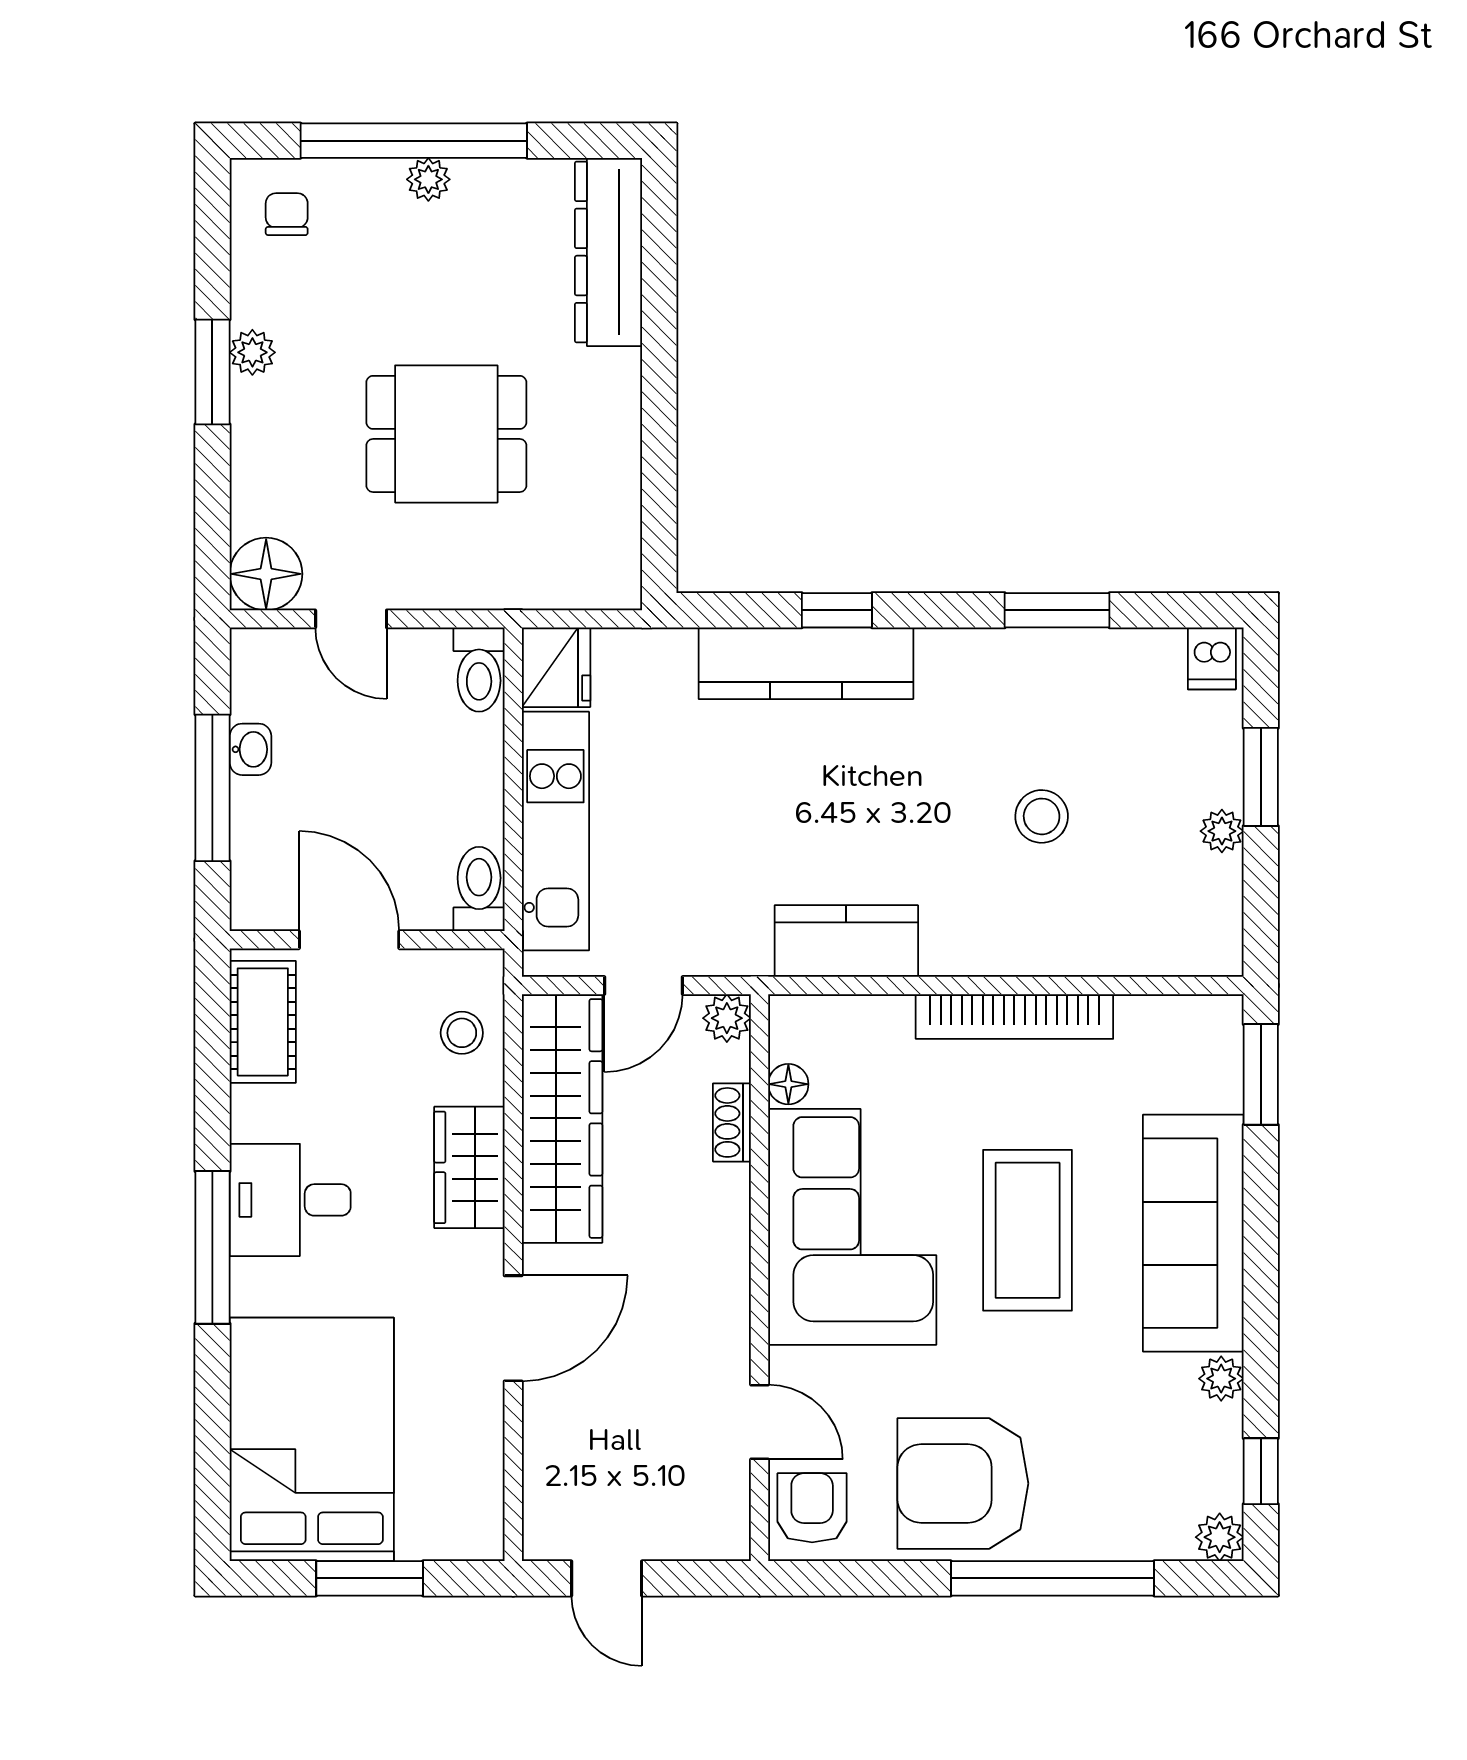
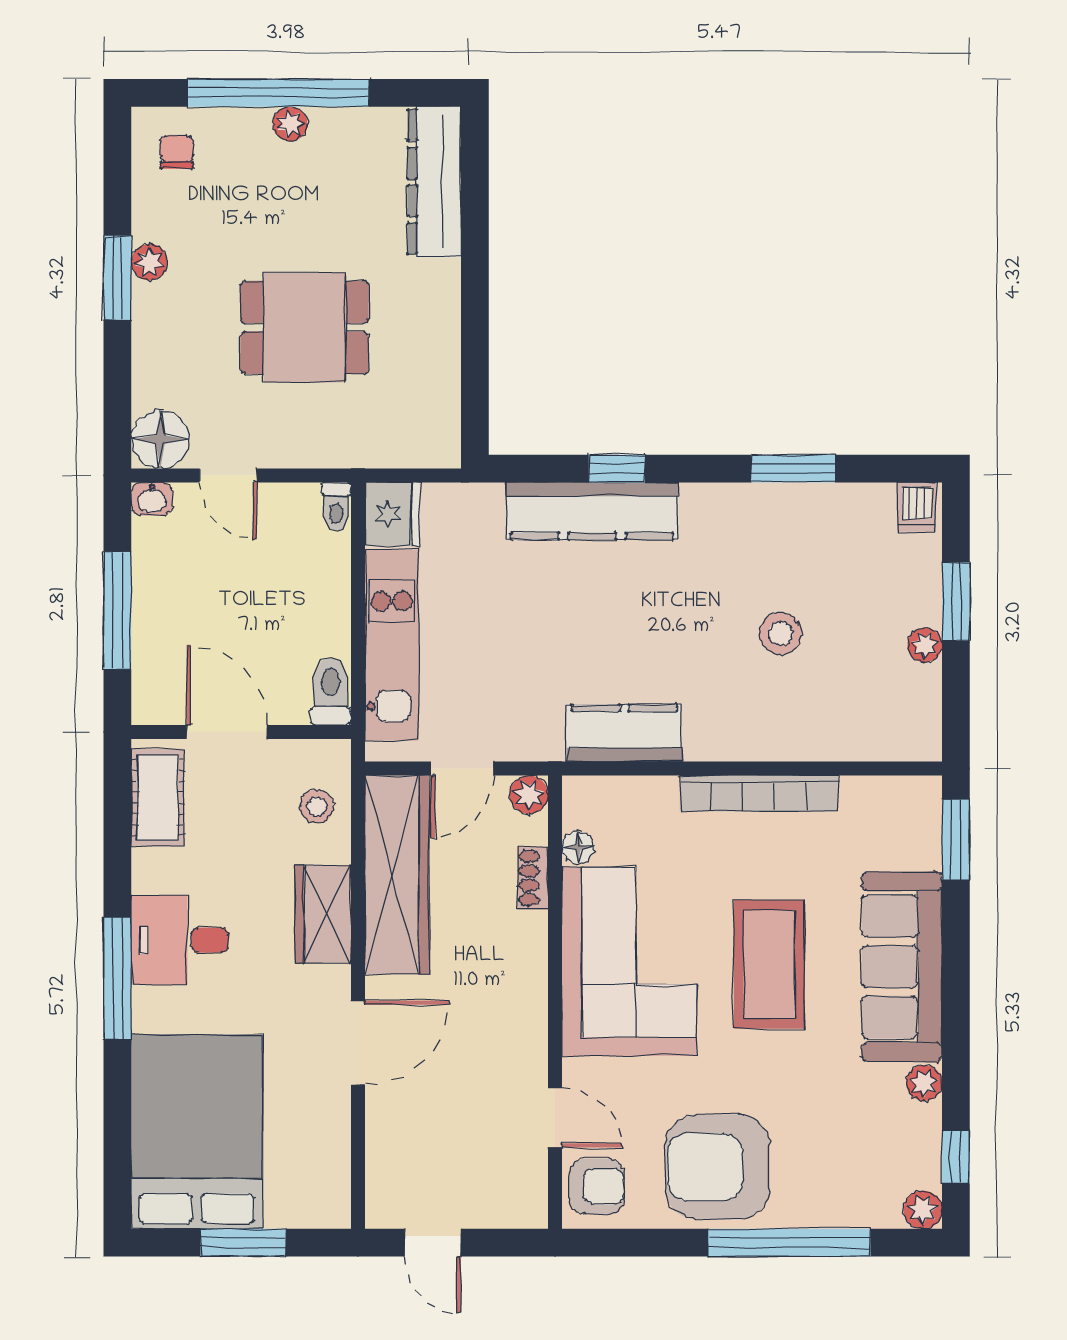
toilet: (479, 670) -> (336, 507), width x0.73, depth x0.72
washbasin: (250, 749) -> (152, 499), moved, turned 90
armchair: (812, 1508) -> (597, 1186), turned 90

